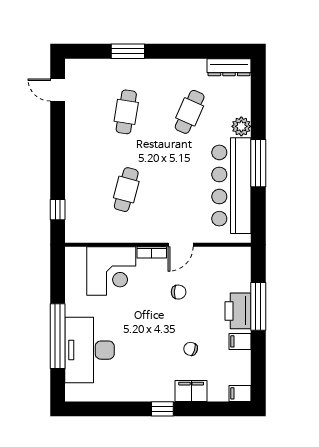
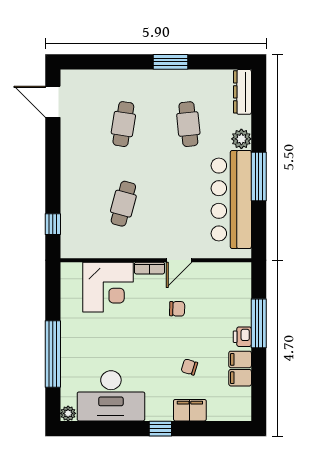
window: (128, 51) -> (171, 62), moved
dresser: (229, 67) -> (242, 92), moved, turned 90
door: (58, 90) -> (53, 102), width x1.38
cafe table: (190, 112) -> (188, 124), turned -30
printer: (238, 311) -> (242, 337), width x0.53, depth x0.68
desk: (89, 350) -> (111, 396), moved, turned -90
filing cabinet: (240, 393) -> (240, 378), moved
plant: (72, 394) -> (68, 413), added

